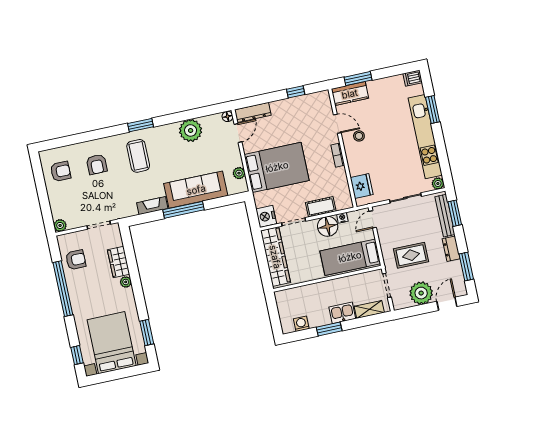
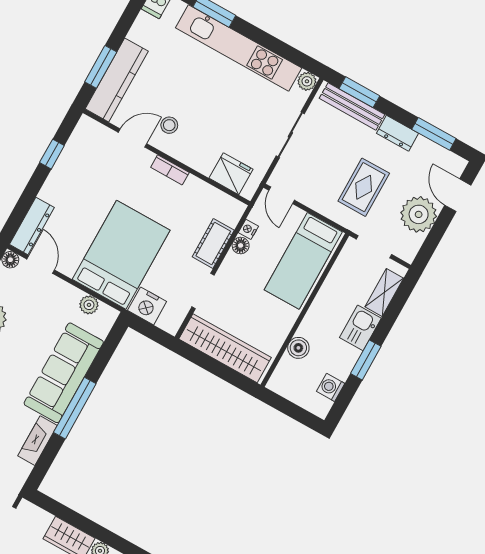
kitchen counter: (350, 94) -> (117, 80), width x1.50
nightstand: (266, 216) -> (147, 306), moved
floor lamp: (328, 226) -> (241, 245), width x0.53, depth x0.53
boiler: (307, 292) -> (298, 348), added

